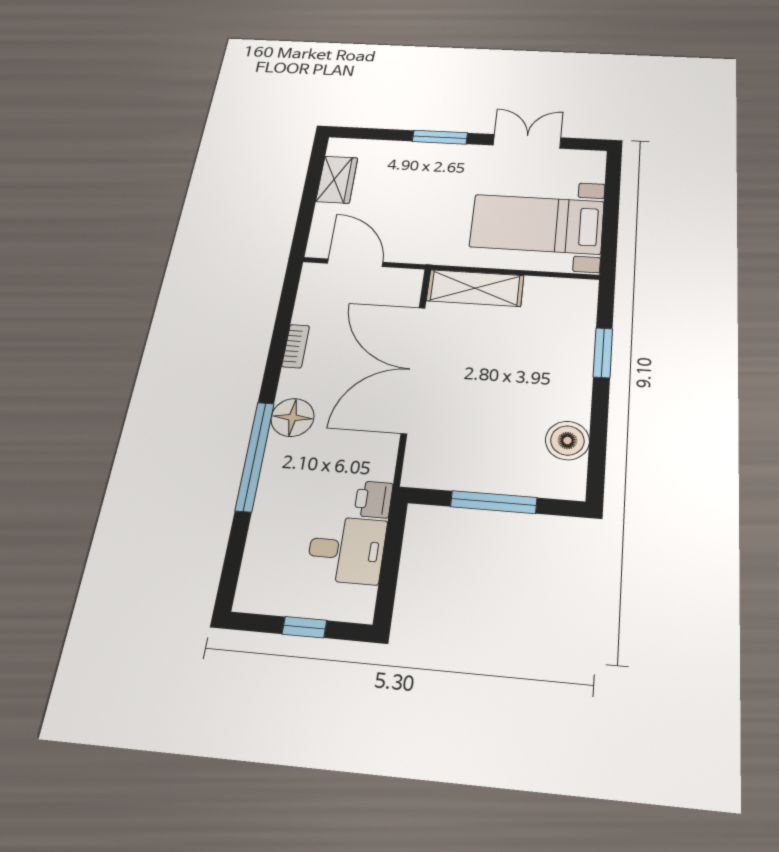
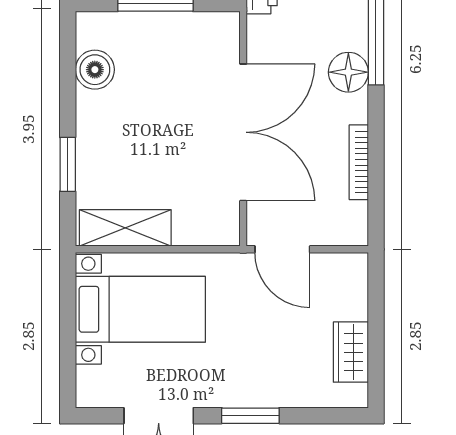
door: (355, 263) -> (282, 249), moved
shelving: (475, 288) -> (125, 228), moved
bookcase: (296, 346) -> (359, 162), width x1.56

